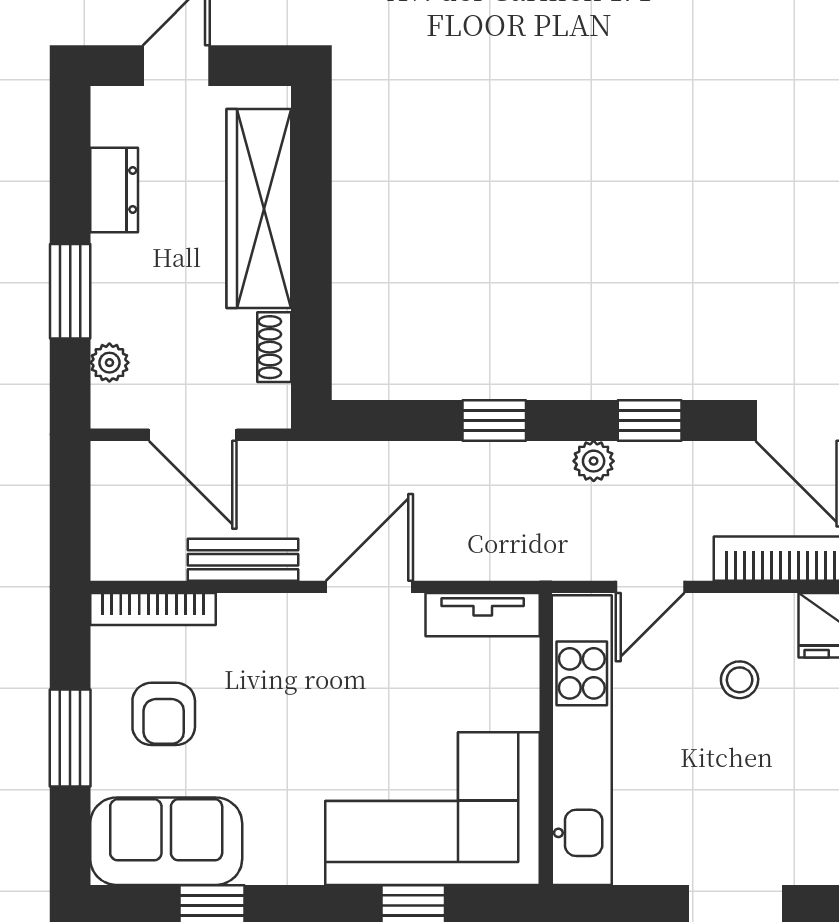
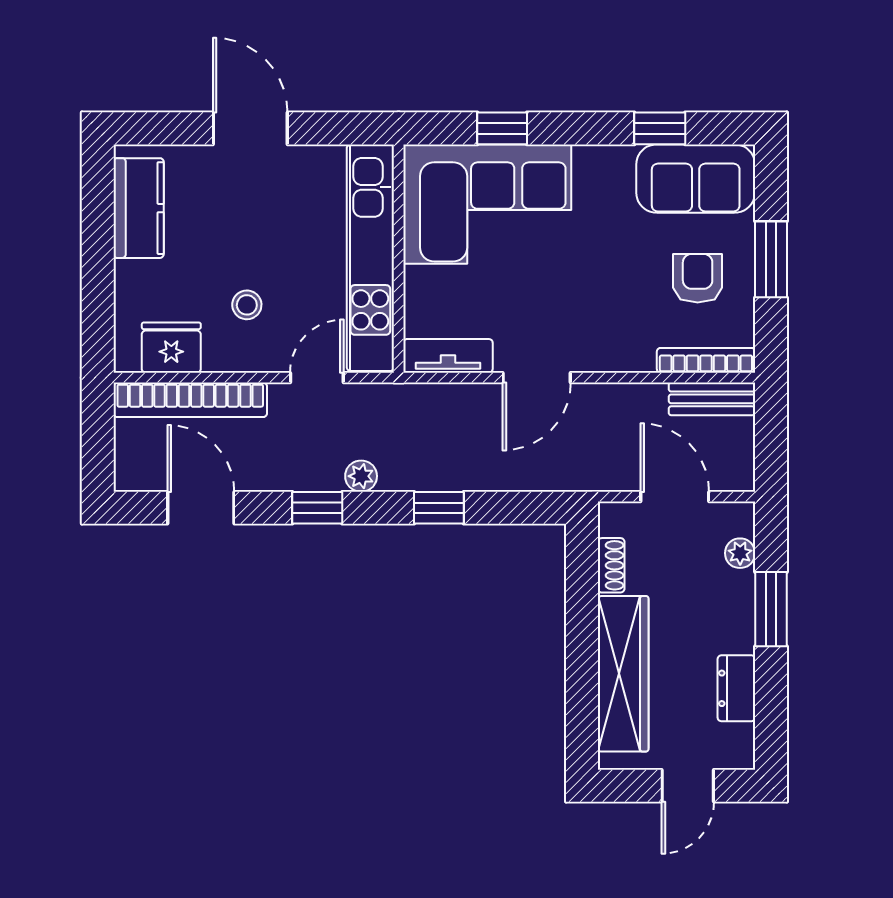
bench: (243, 560) -> (712, 399), moved

